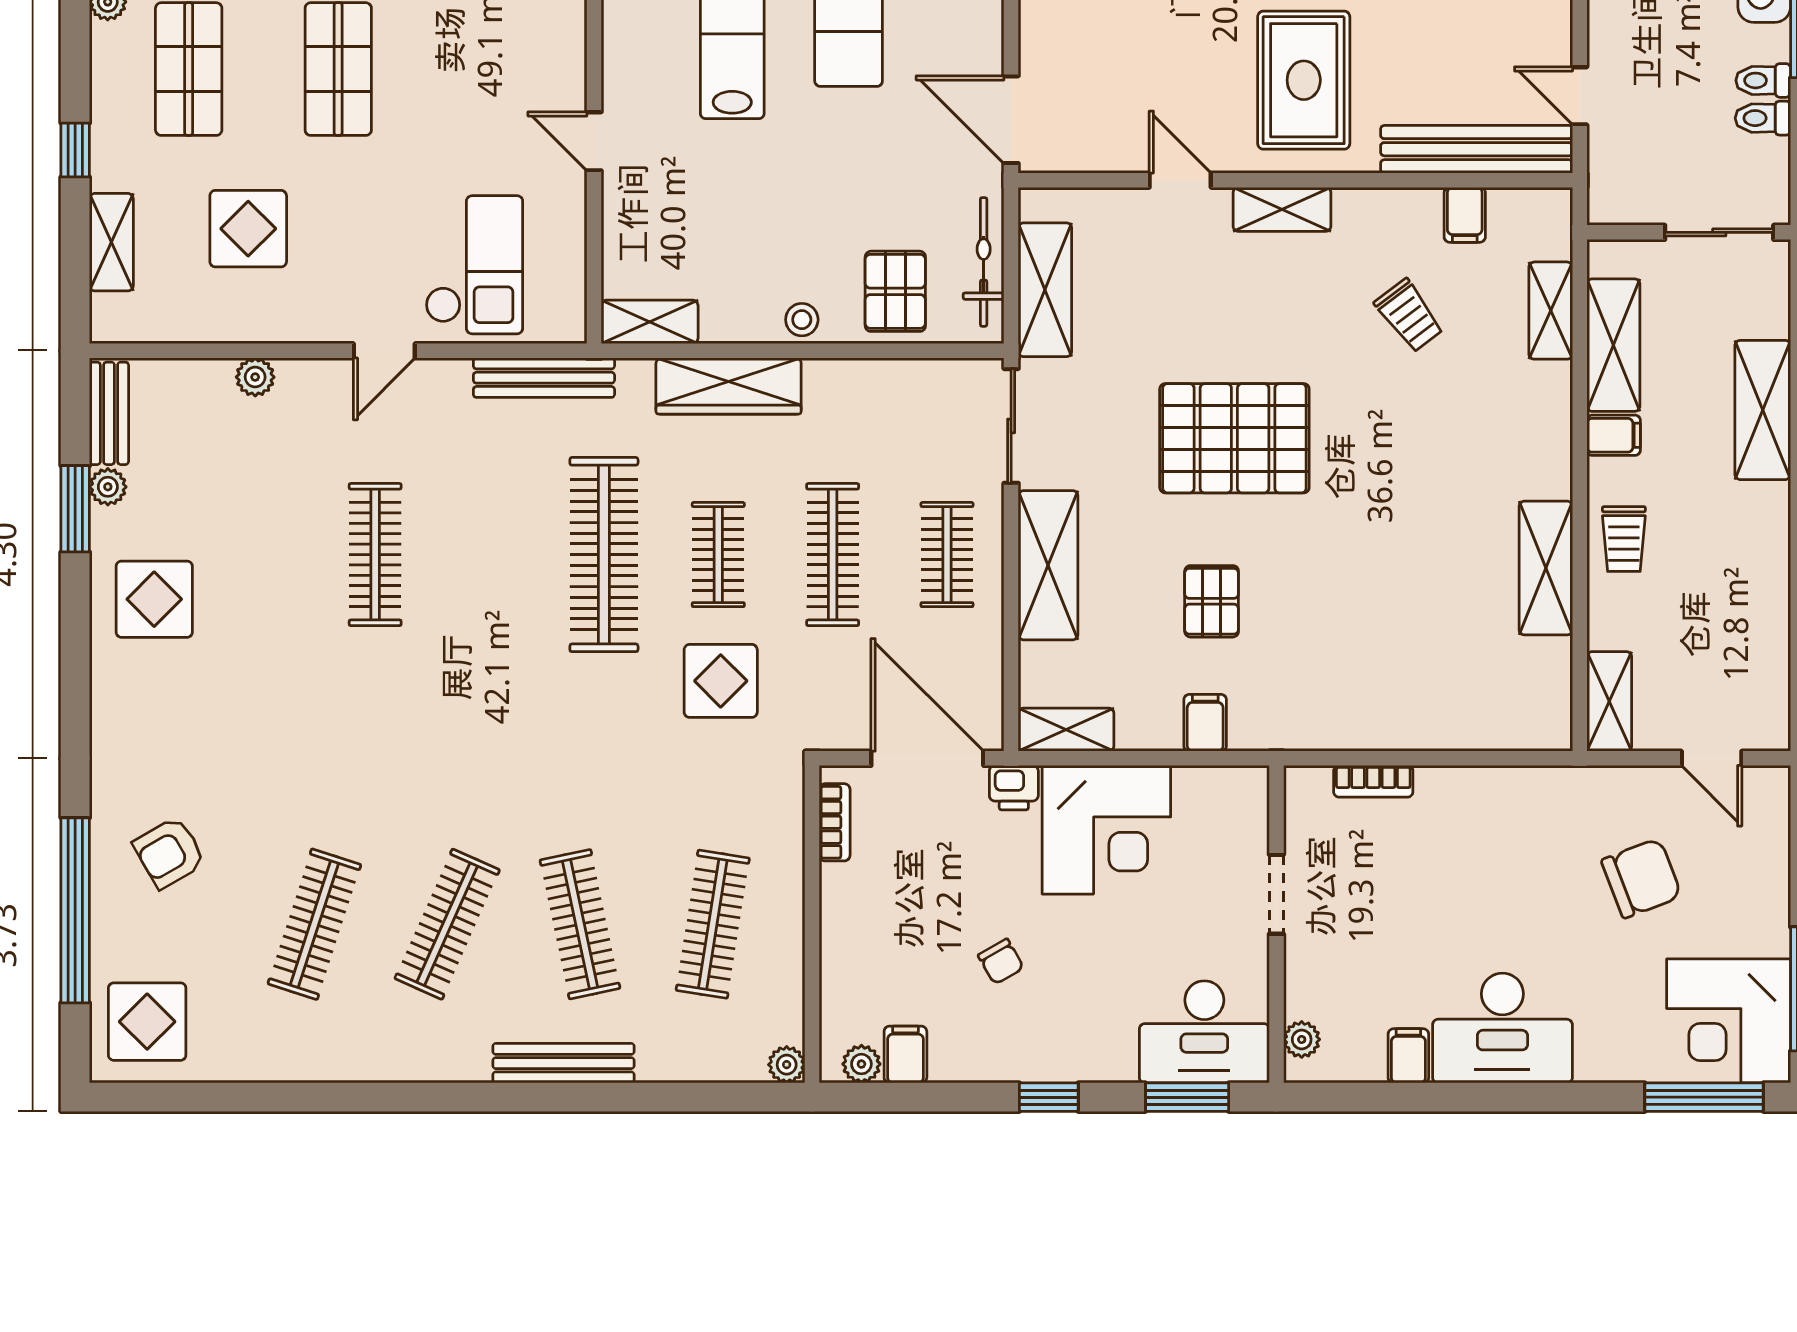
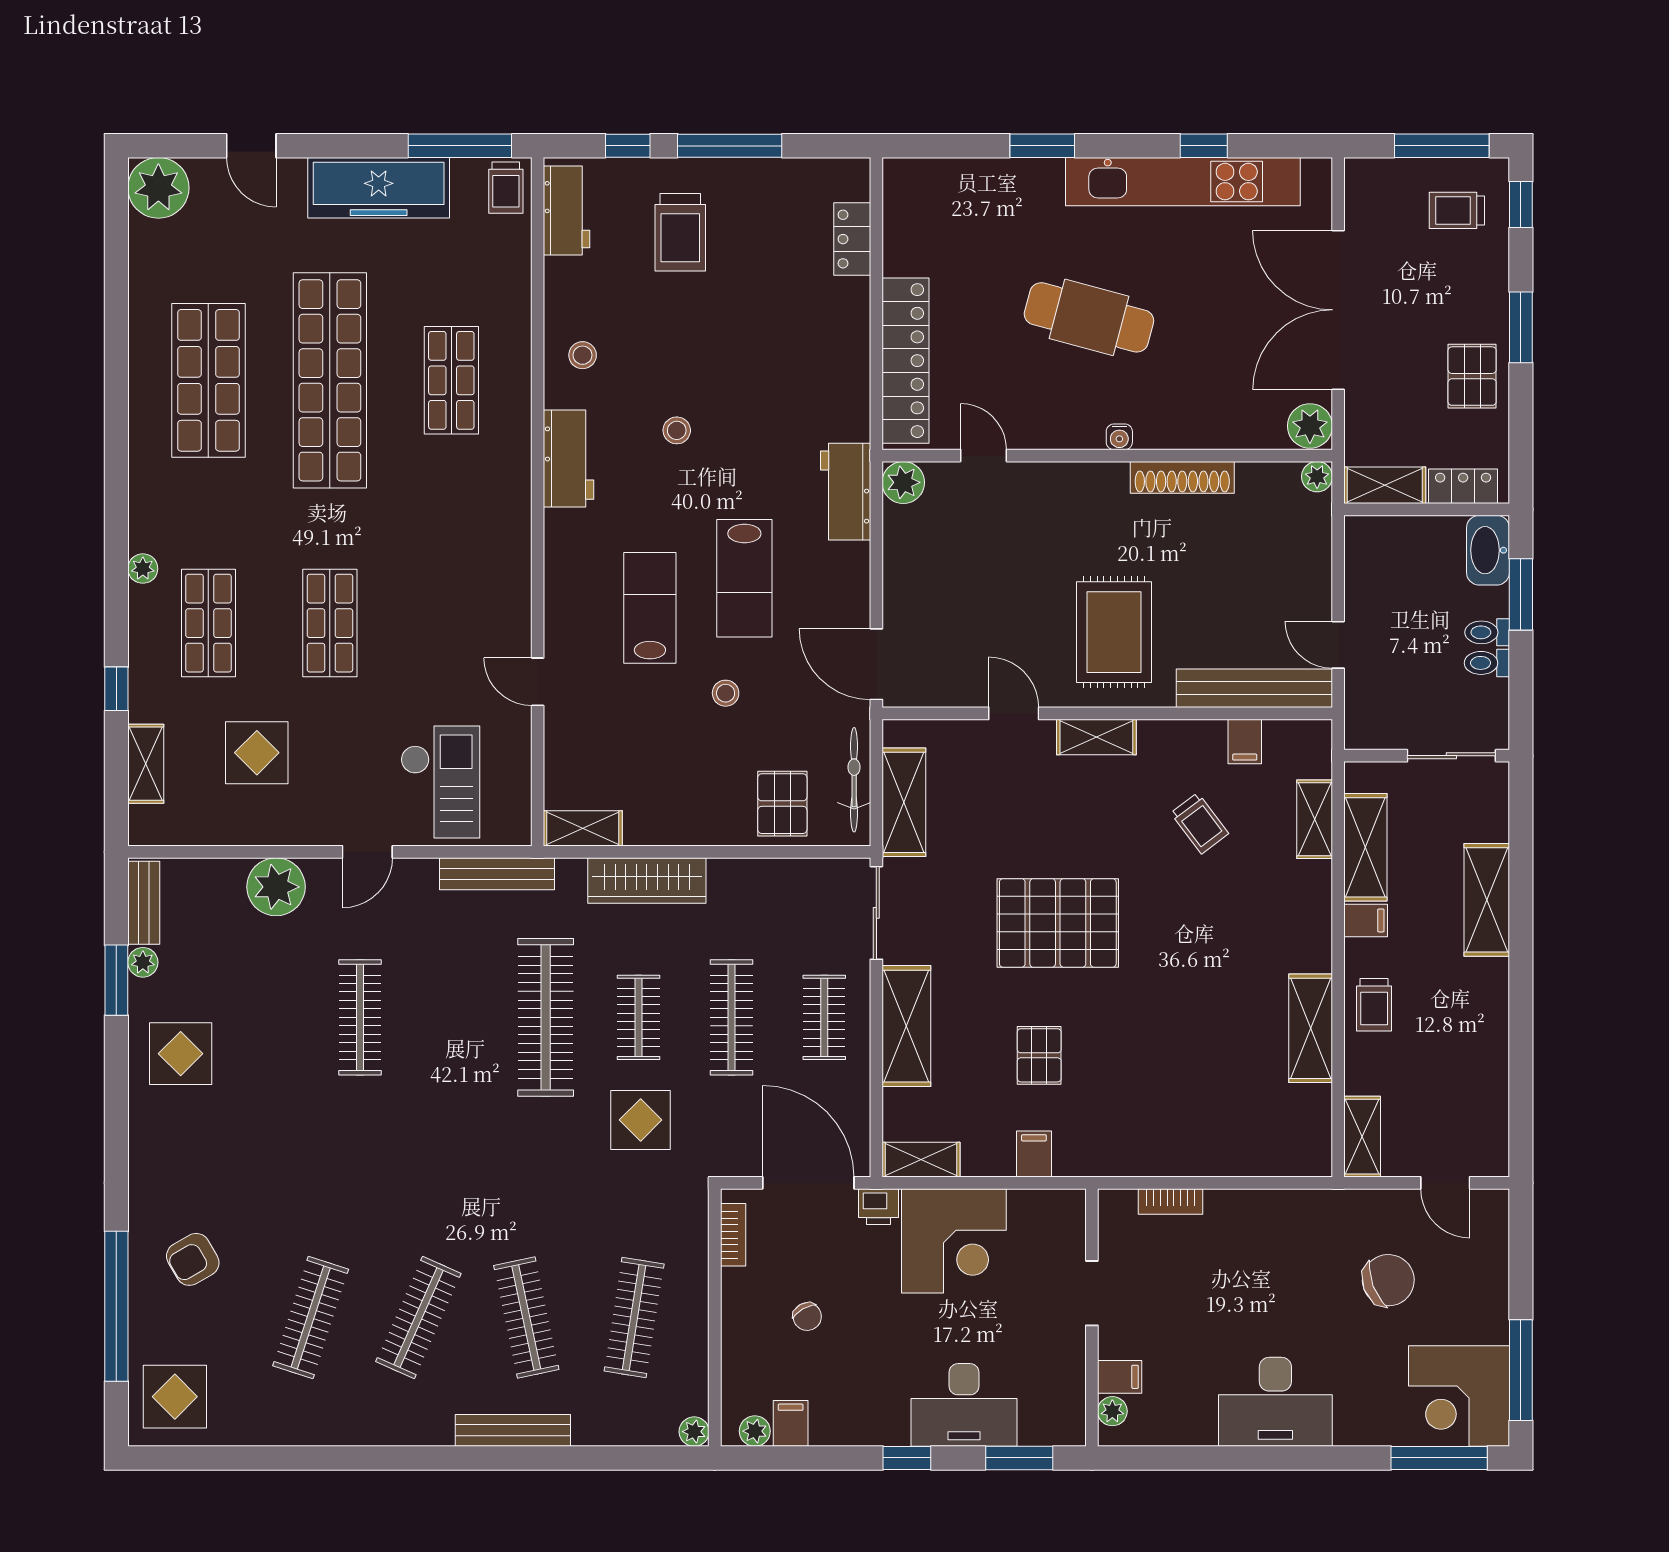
stool: (802, 320) -> (726, 693), moved
plant: (255, 377) -> (276, 887), width x1.88, depth x1.88
chair: (1001, 962) -> (807, 1317), moved
desk: (1204, 1032) -> (964, 1405), moved
filing cabinet: (1408, 1056) -> (1120, 1377), moved, turned 90

